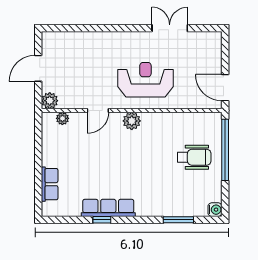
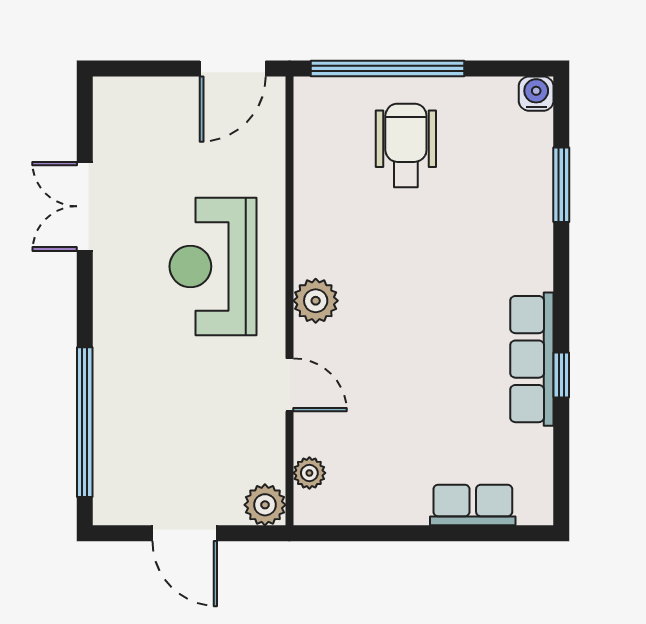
window: (83, 28) -> (85, 422), added

